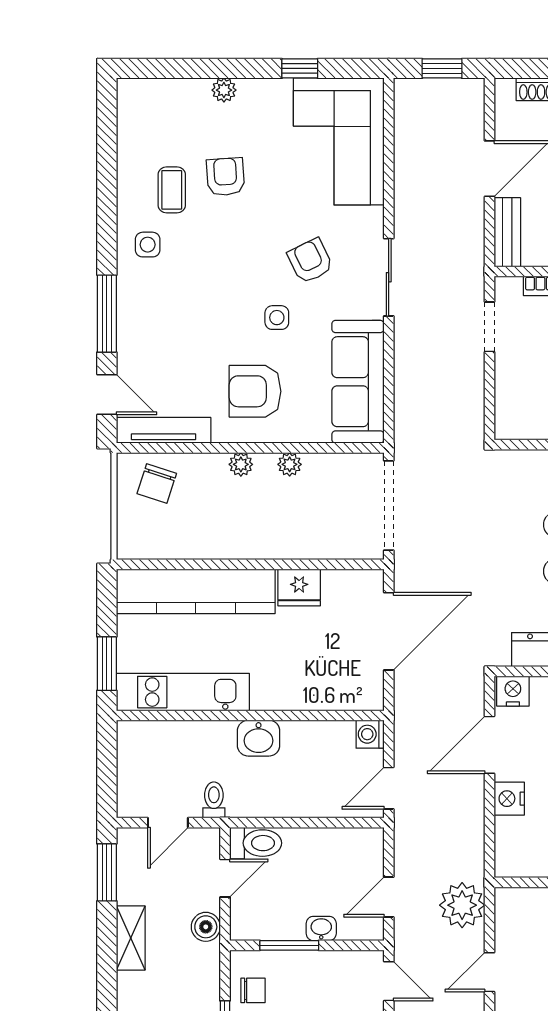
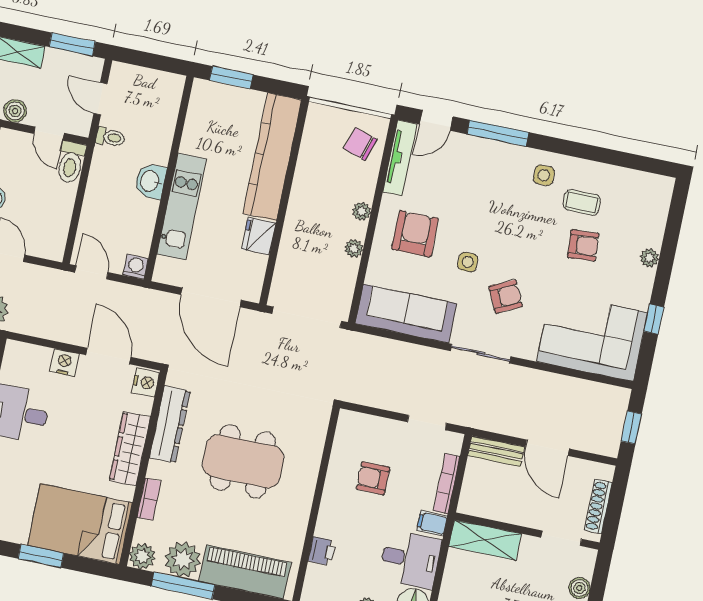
kitchen unit: (183, 692) -> (182, 206), moved

